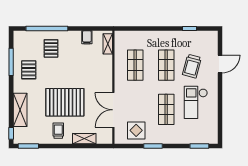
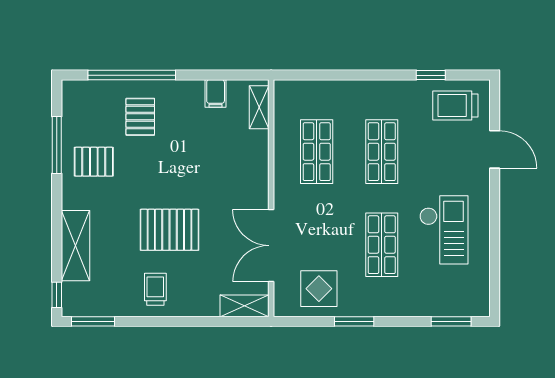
door: (220, 64) -> (495, 149), hinge flipped
trolley: (192, 66) -> (455, 106), moved, turned 75
pallet: (29, 70) -> (94, 162), turned 90
pallet: (65, 102) -> (169, 230), width x0.73, depth x0.71
checkout: (196, 102) -> (444, 230), turned 180
shelving: (84, 139) -> (244, 306), moved

